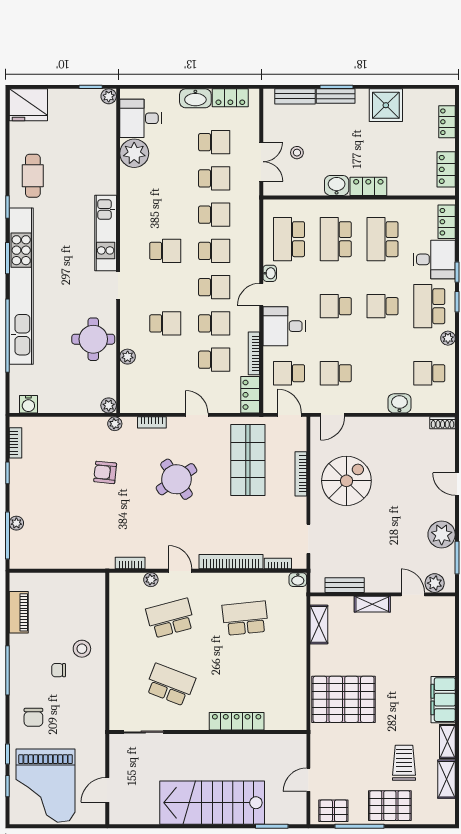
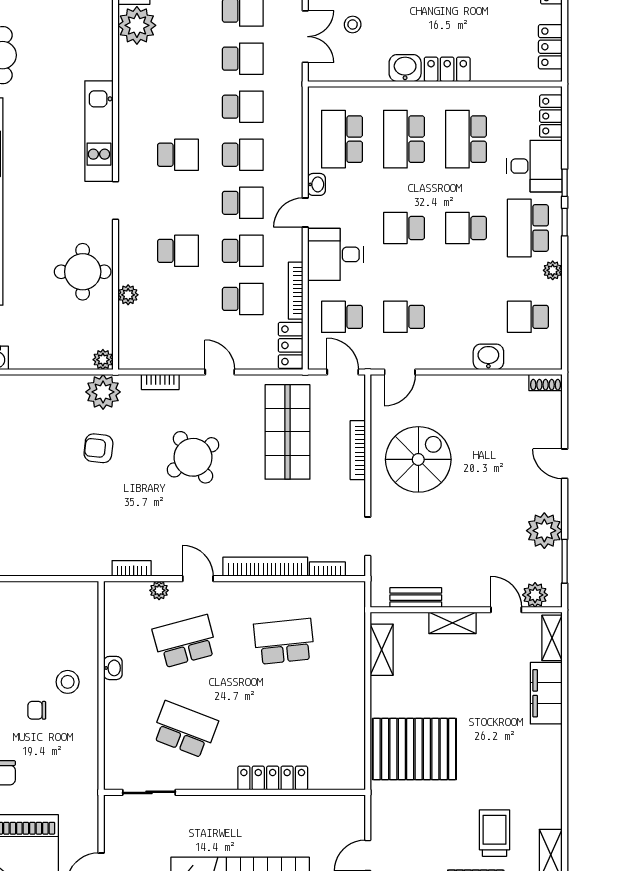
plant: (115, 424) -> (103, 392), width x1.87, depth x1.87
washbasin: (298, 580) -> (113, 668), moved, turned -90
filing cabinet: (443, 700) -> (546, 693), moved
shelving: (447, 741) -> (552, 638), moved

